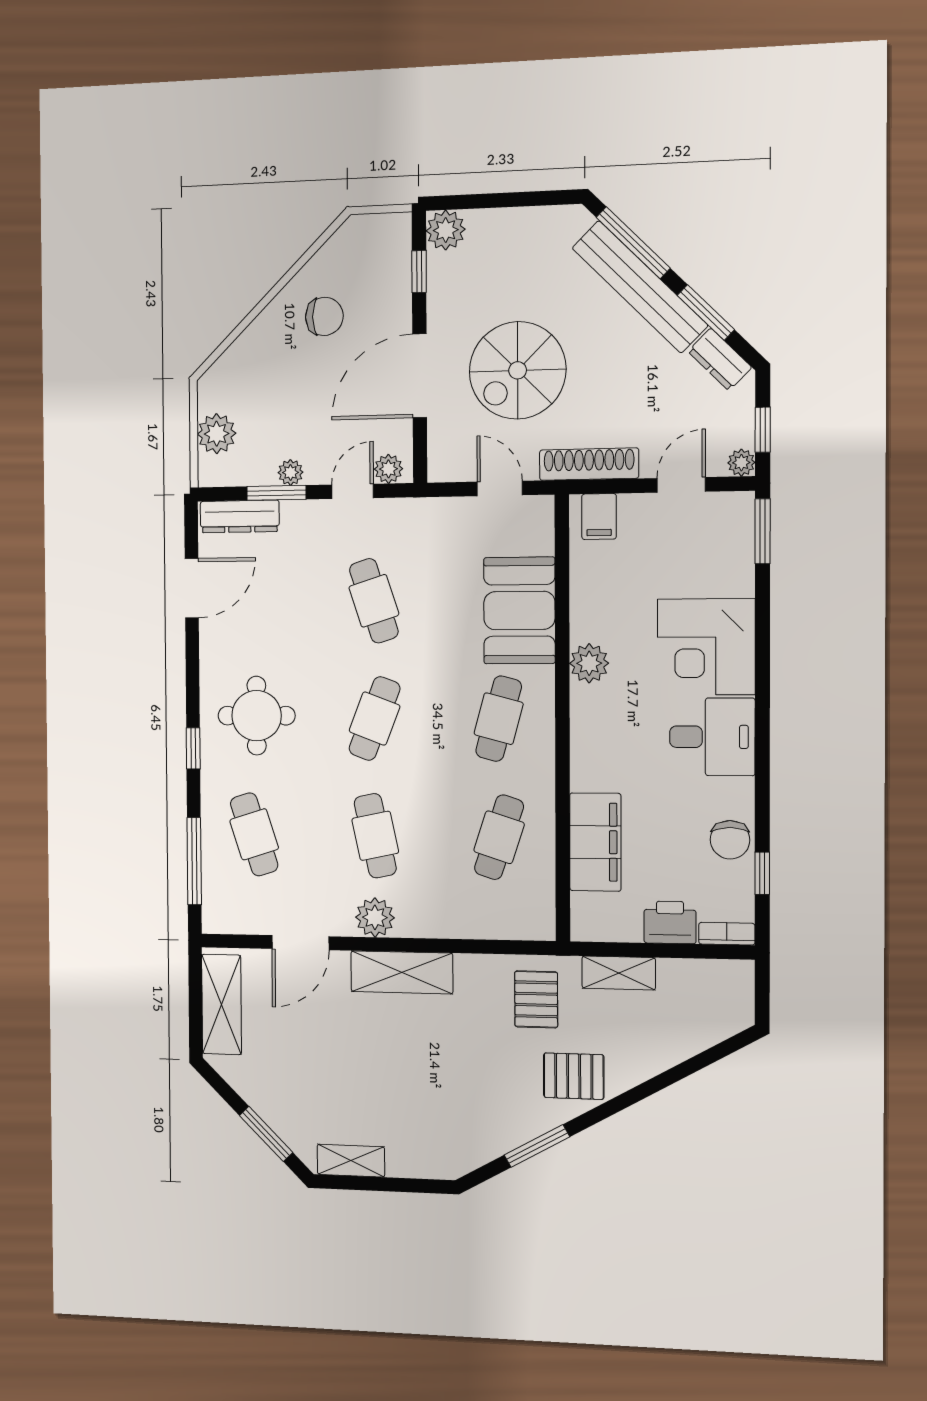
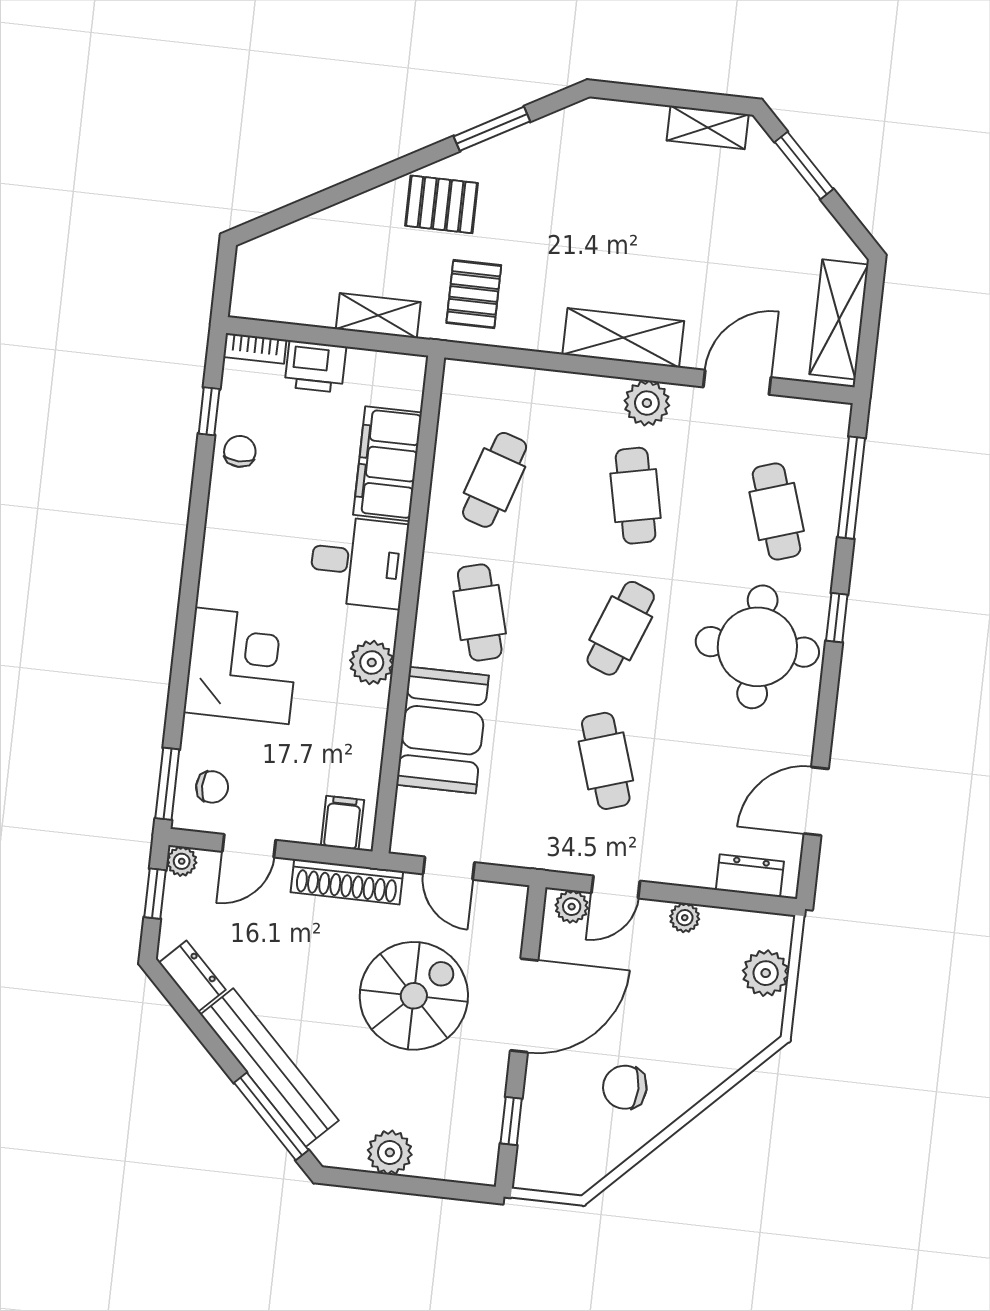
plant: (446, 230) -> (390, 1152), moved
window: (706, 312) -> (201, 1029), removed
window: (276, 493) -> (704, 897), removed
dresser: (240, 516) -> (750, 876), width x0.70
chair: (721, 534) -> (212, 787), added
round table: (257, 716) -> (757, 647), width x1.36, depth x1.36
cafe table: (499, 719) -> (480, 612), turned -30
desk: (712, 737) -> (359, 562), moved, turned 180
chair: (730, 840) -> (240, 451), width x0.73, depth x0.73

